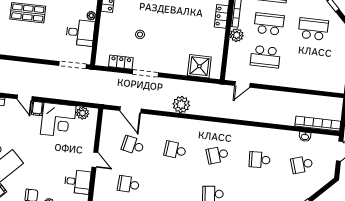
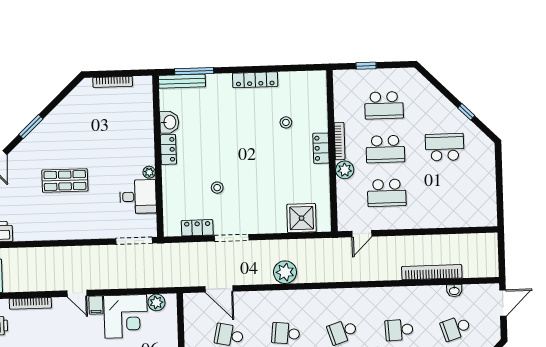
school desk: (269, 24) -> (385, 149), turned 180
bookcase: (318, 124) -> (432, 272), moved

